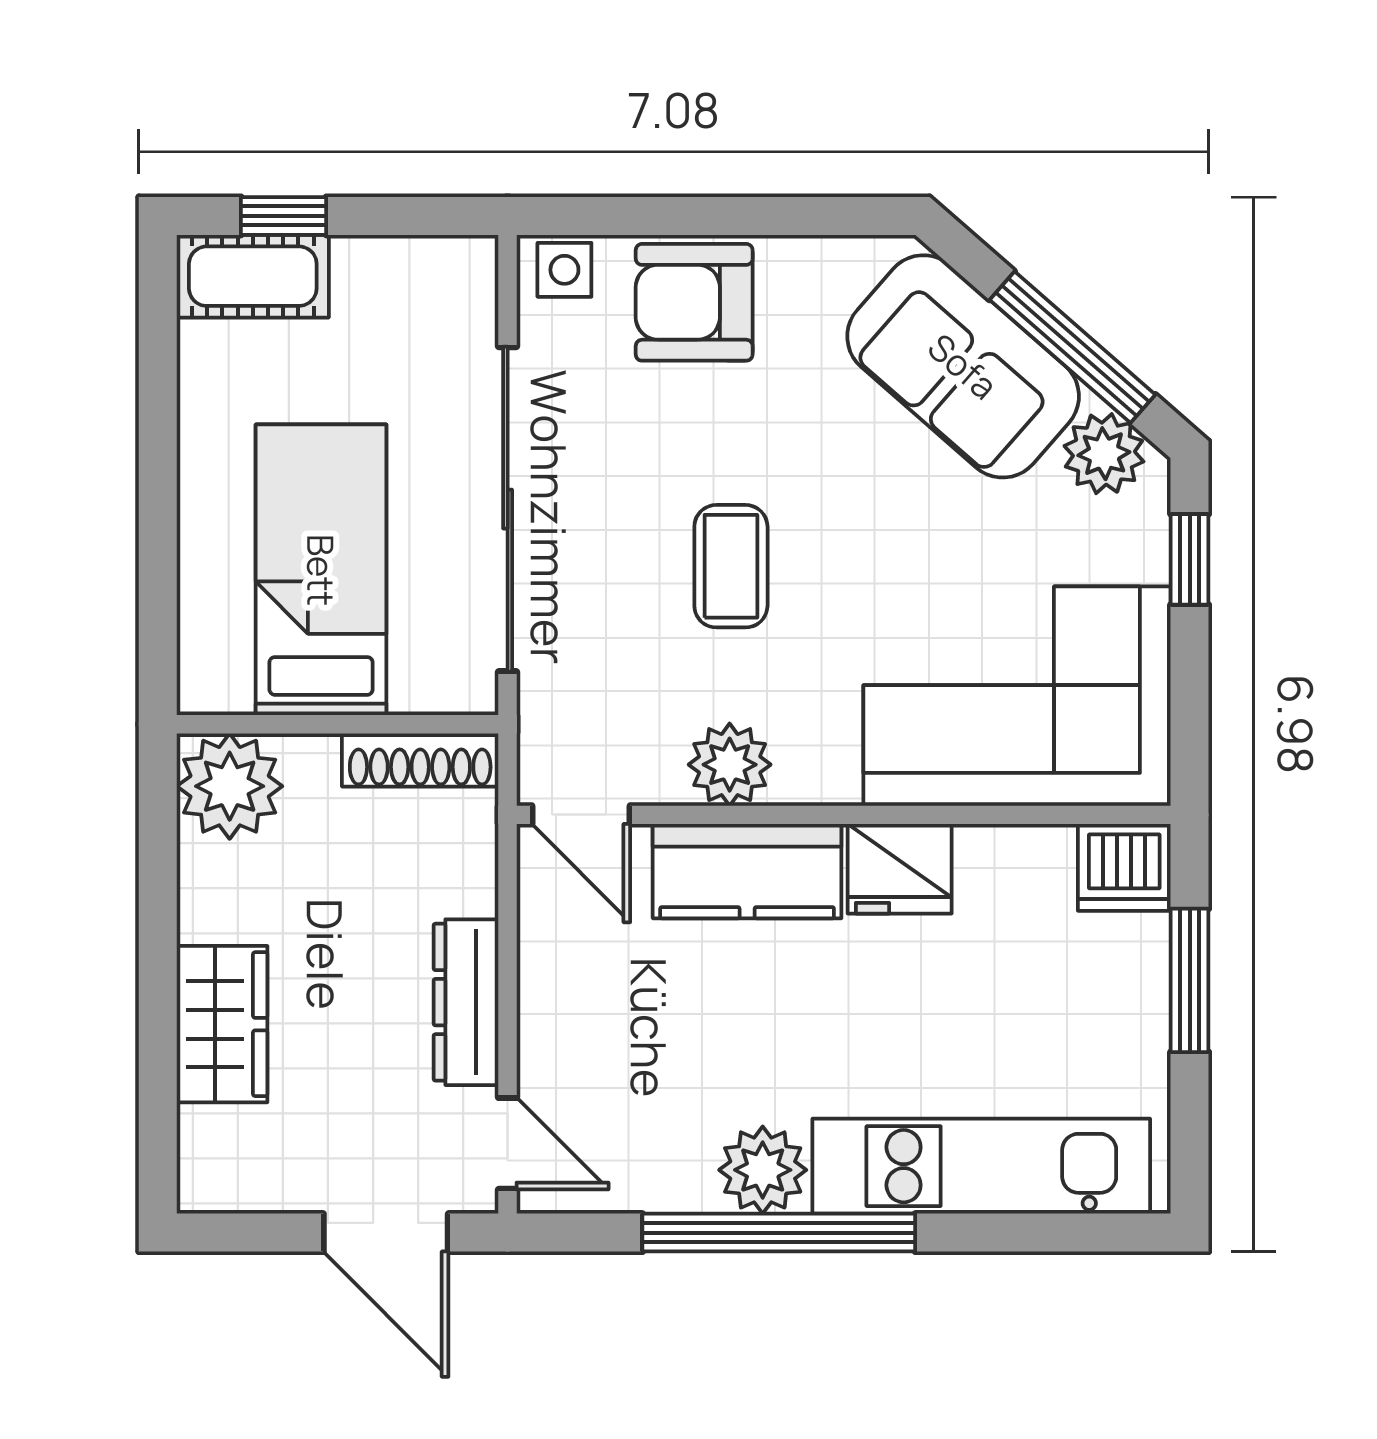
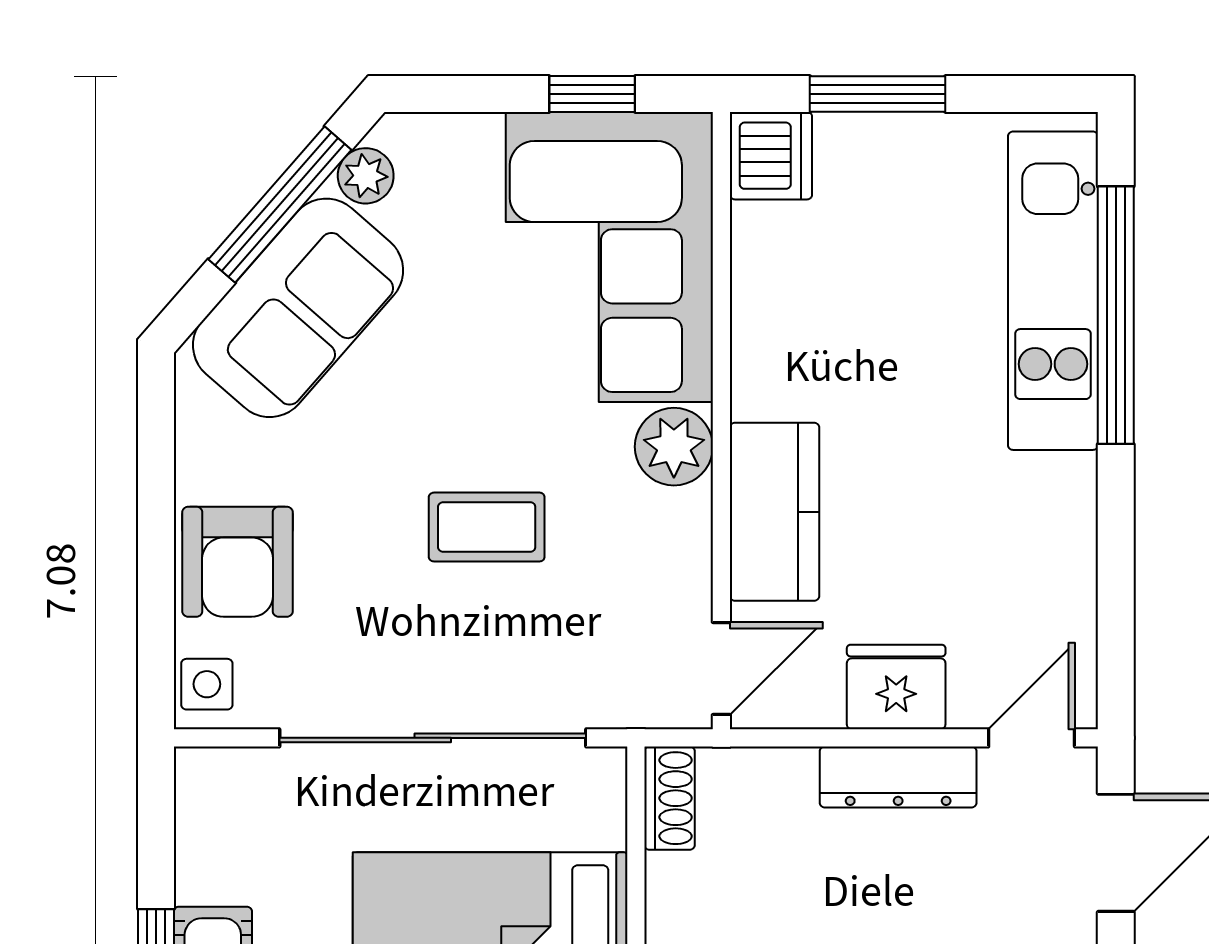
plant: (1104, 454) -> (366, 176), width x0.73, depth x0.73
window: (1190, 559) -> (592, 94), moved
shoe rack: (420, 760) -> (670, 798), width x0.70
plant: (730, 765) -> (674, 447), moved
fridge: (900, 869) -> (896, 687), moved, turned -90
plant: (763, 1170) -> (1057, 497), removed
window: (779, 1233) -> (1116, 315), moved

